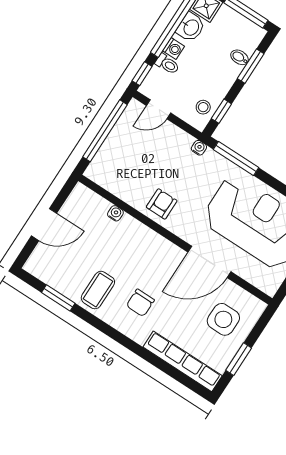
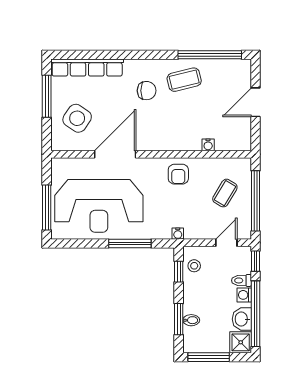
coffee table: (129, 157) -> (225, 193), added
window: (236, 158) -> (130, 244), moved
coffee table: (98, 290) -> (184, 80), turned 76
window: (58, 298) -> (210, 55), width x2.11
chair: (140, 303) -> (147, 91), turned 90
side table: (223, 319) -> (77, 118), turned 34
window: (239, 359) -> (47, 96), width x1.44

